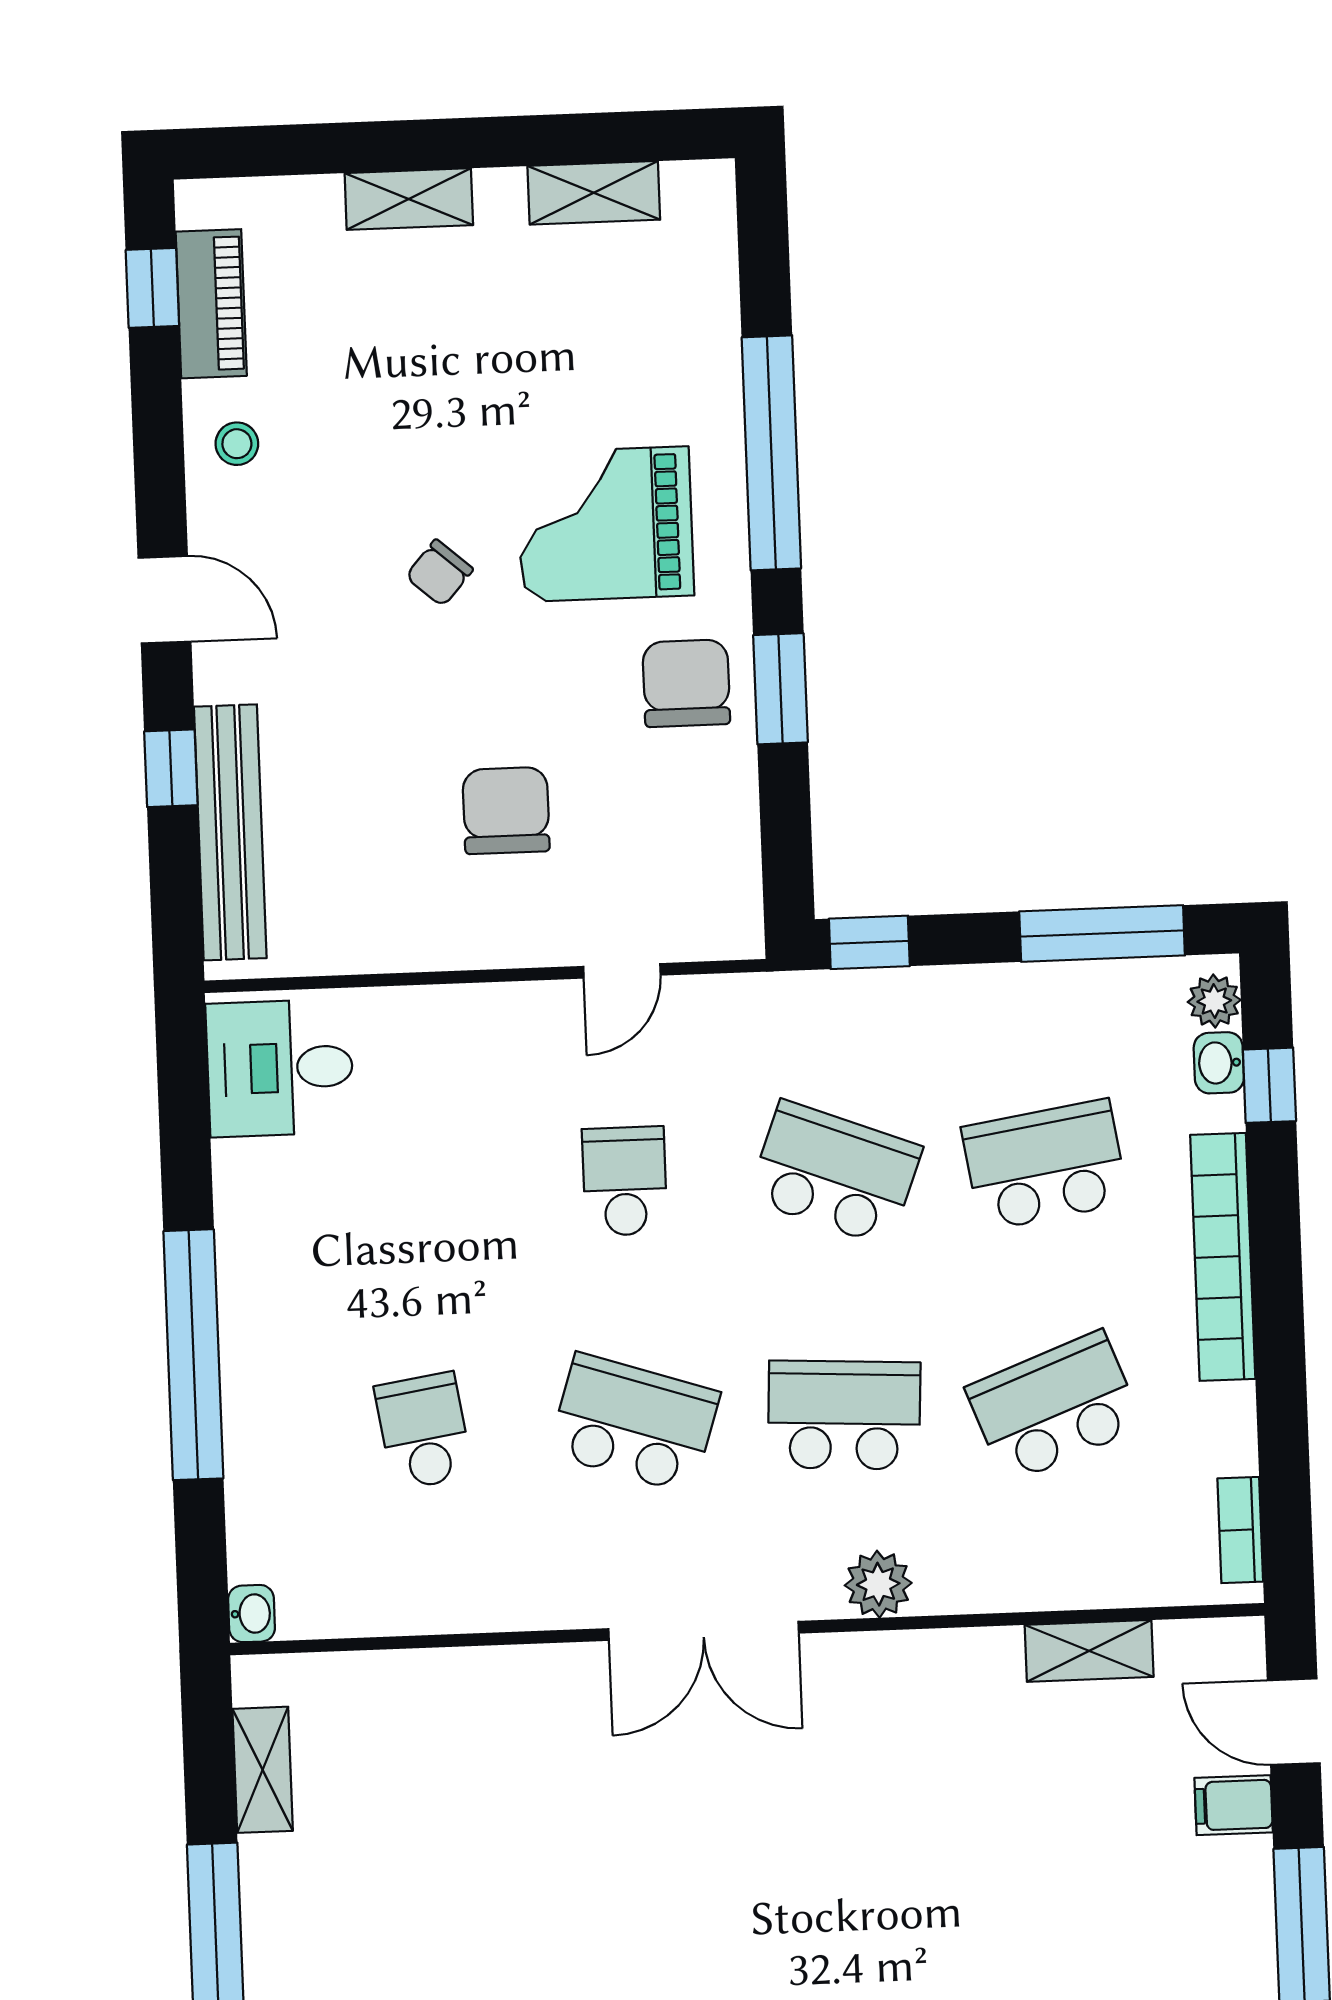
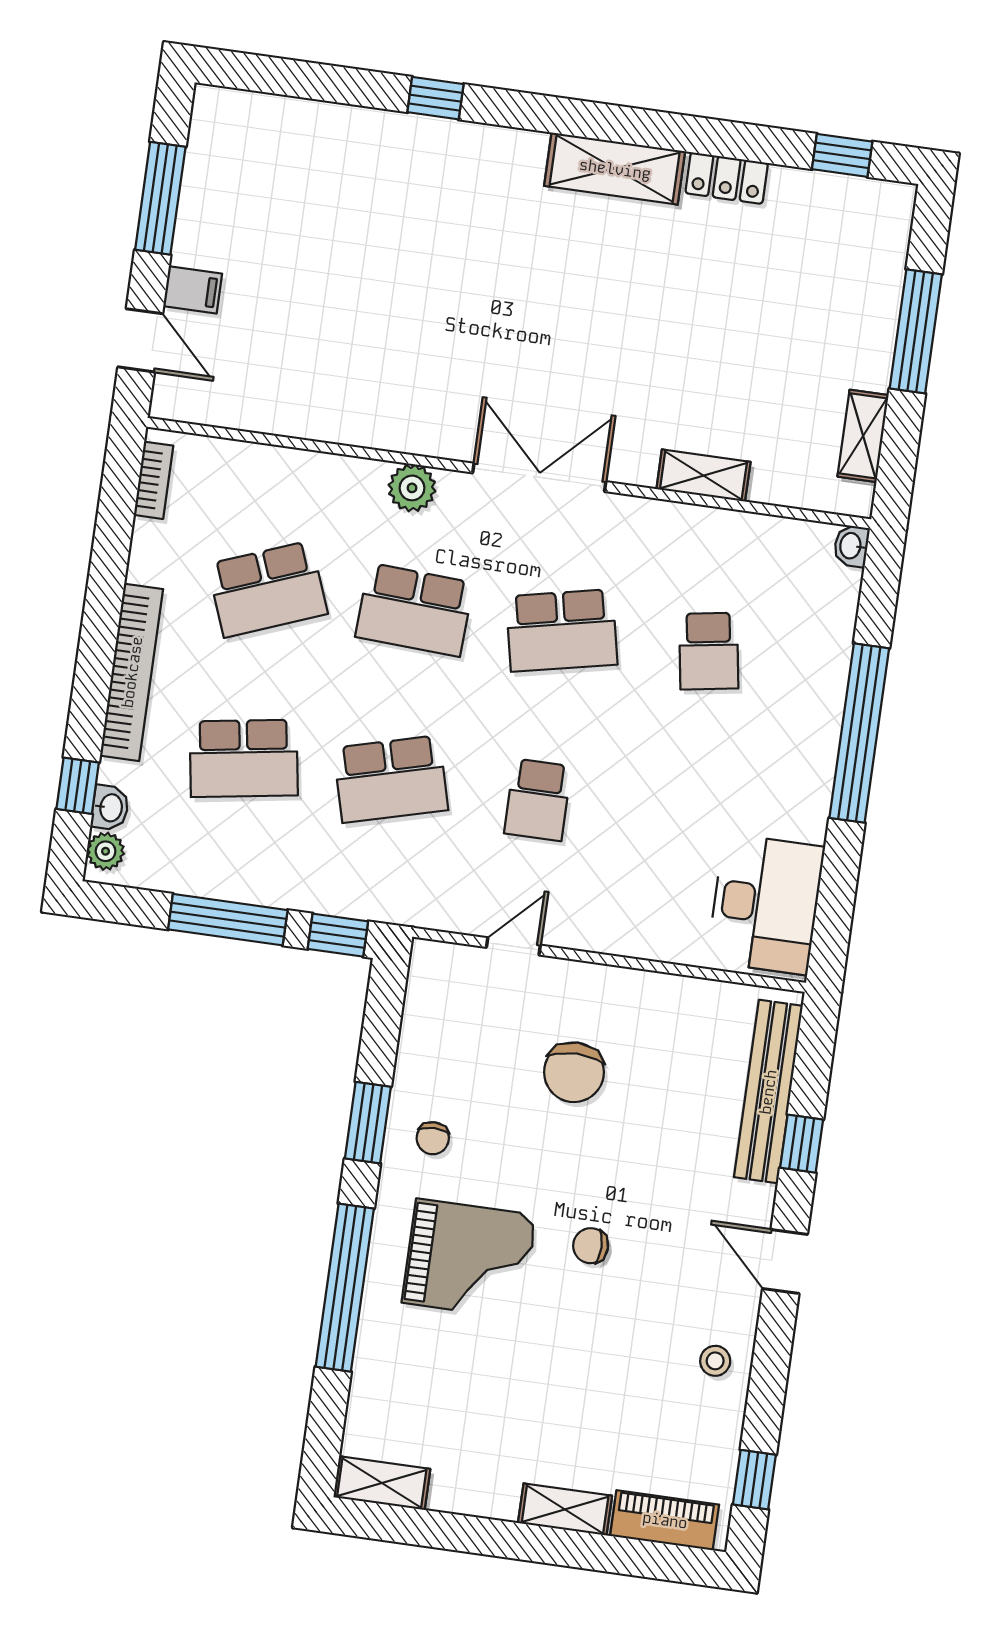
shelving: (594, 193) -> (382, 1483), moved
piano: (211, 304) -> (665, 1520), moved, turned 90
chair: (439, 573) -> (591, 1246), turned -131
chair: (686, 683) -> (433, 1138), width x0.54, depth x0.54
window: (1102, 933) -> (228, 920), moved
desk: (280, 1068) -> (766, 904), width x1.37
school desk: (835, 1173) -> (391, 779), turned -36
school desk: (634, 1423) -> (562, 630), turned -30
shelving: (1089, 1651) -> (703, 476), moved

